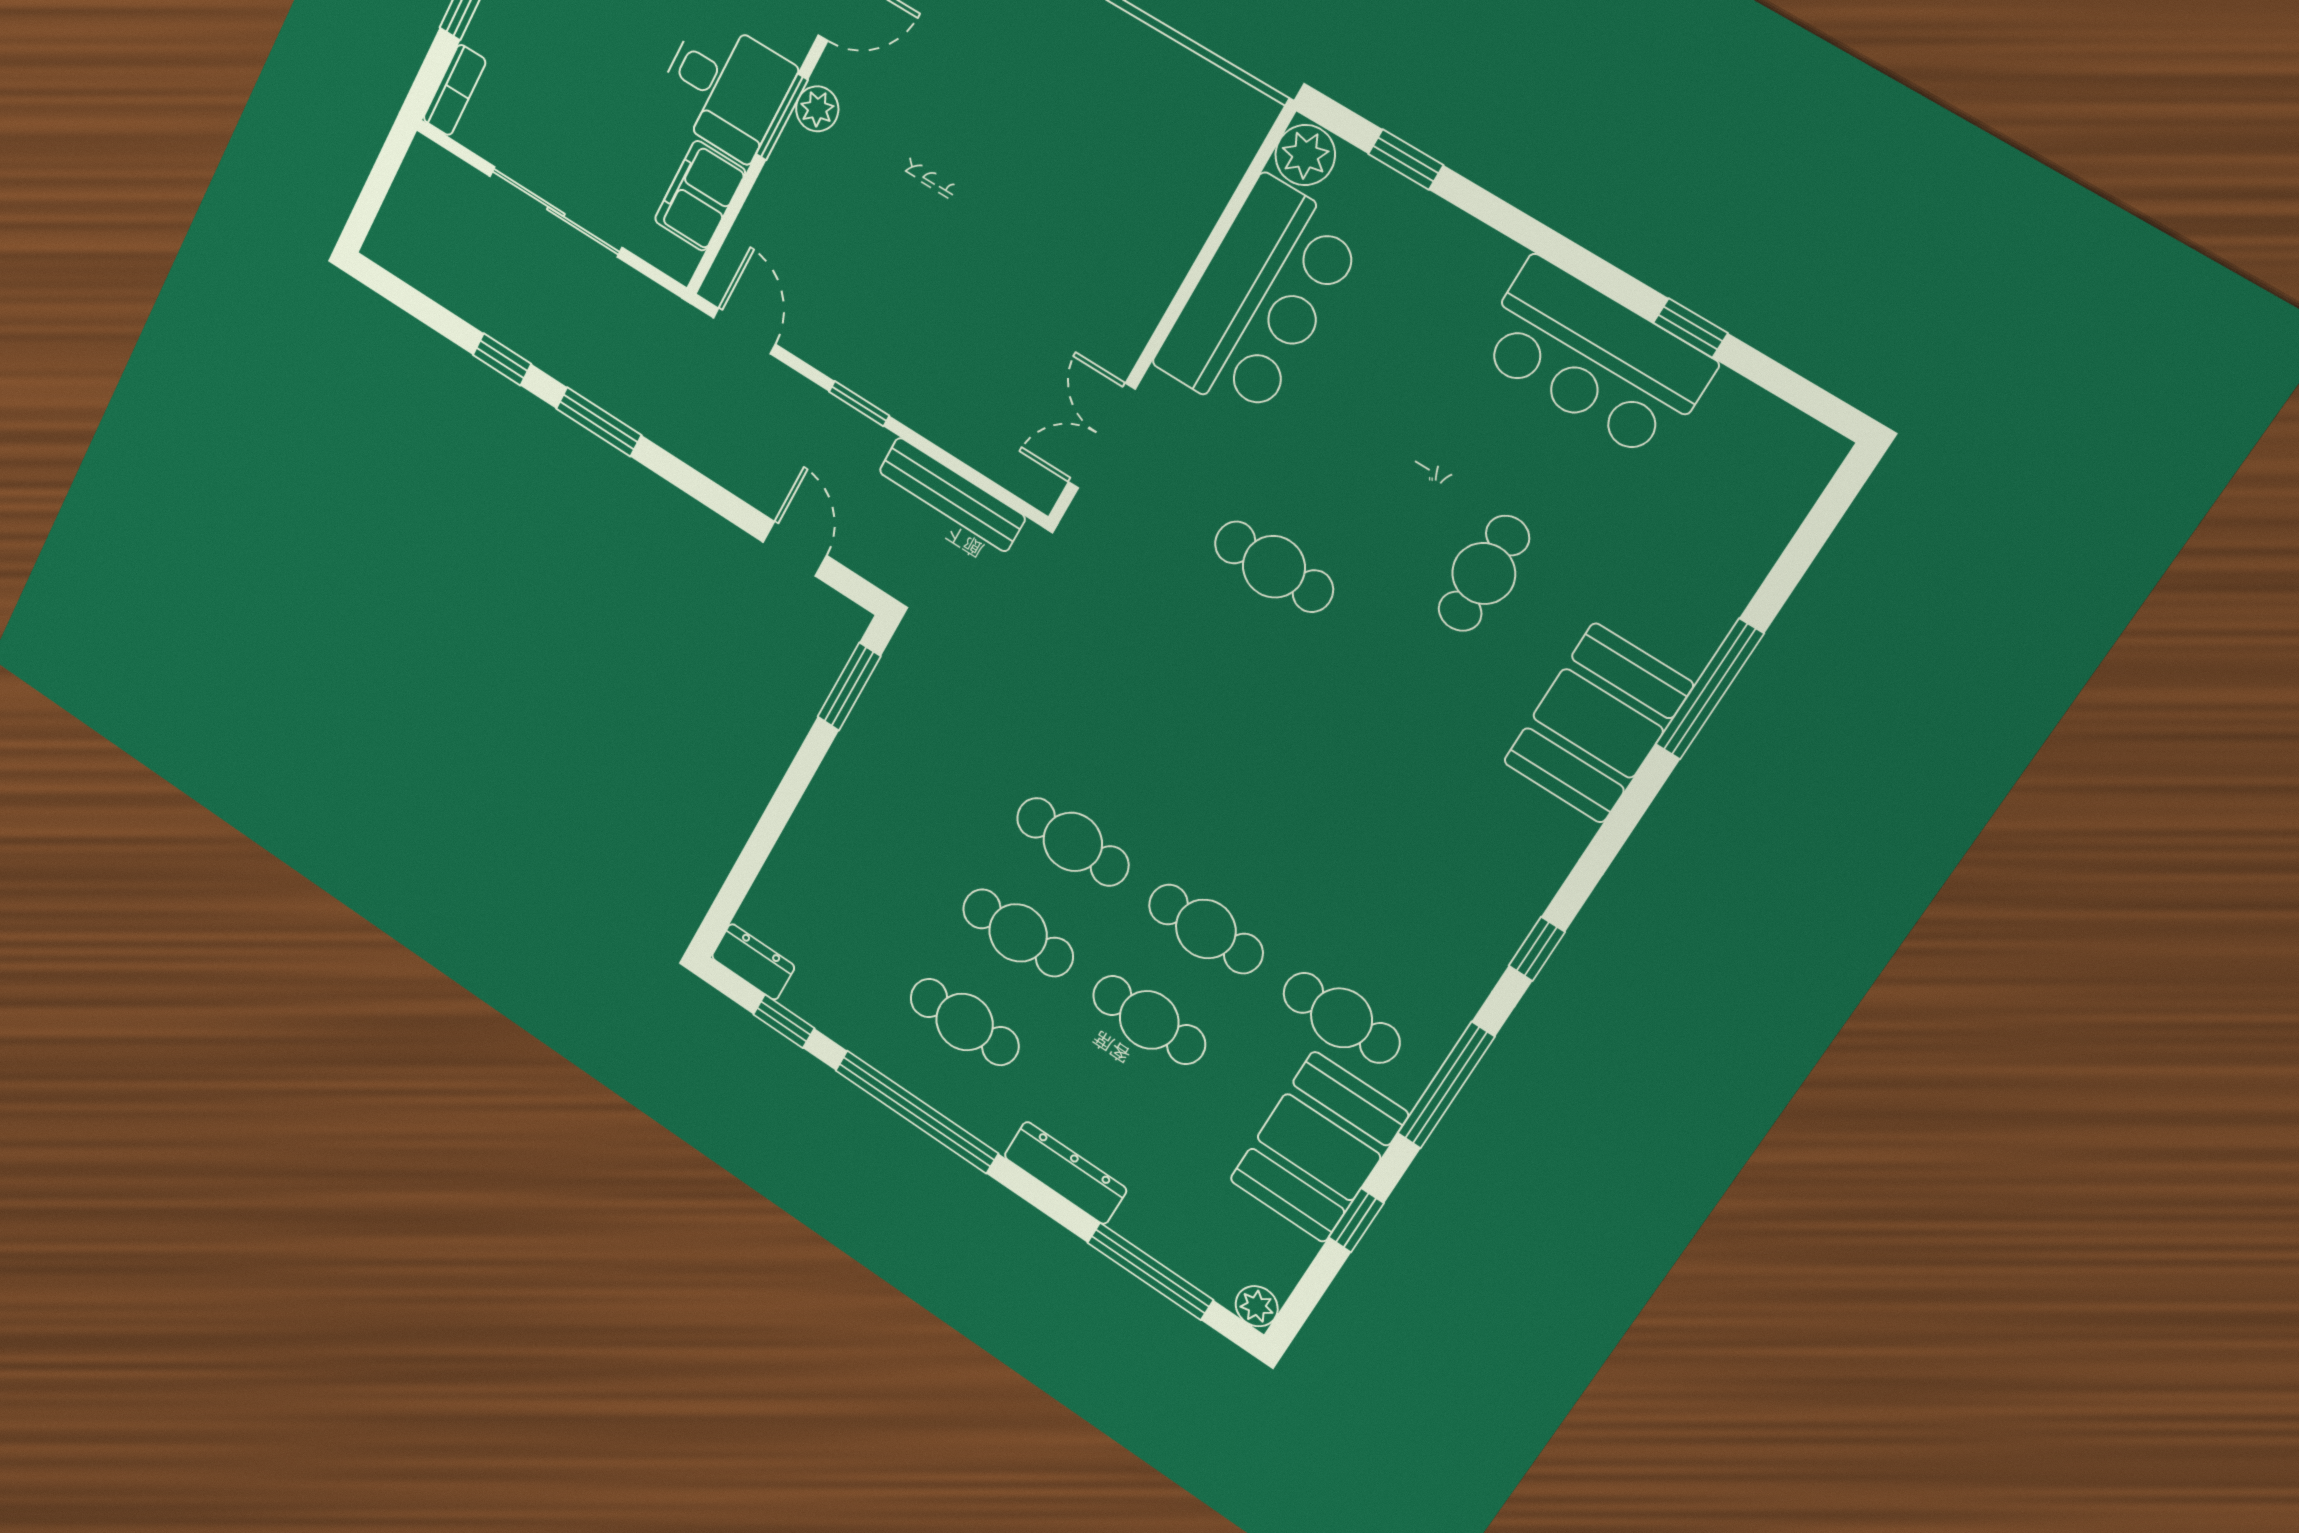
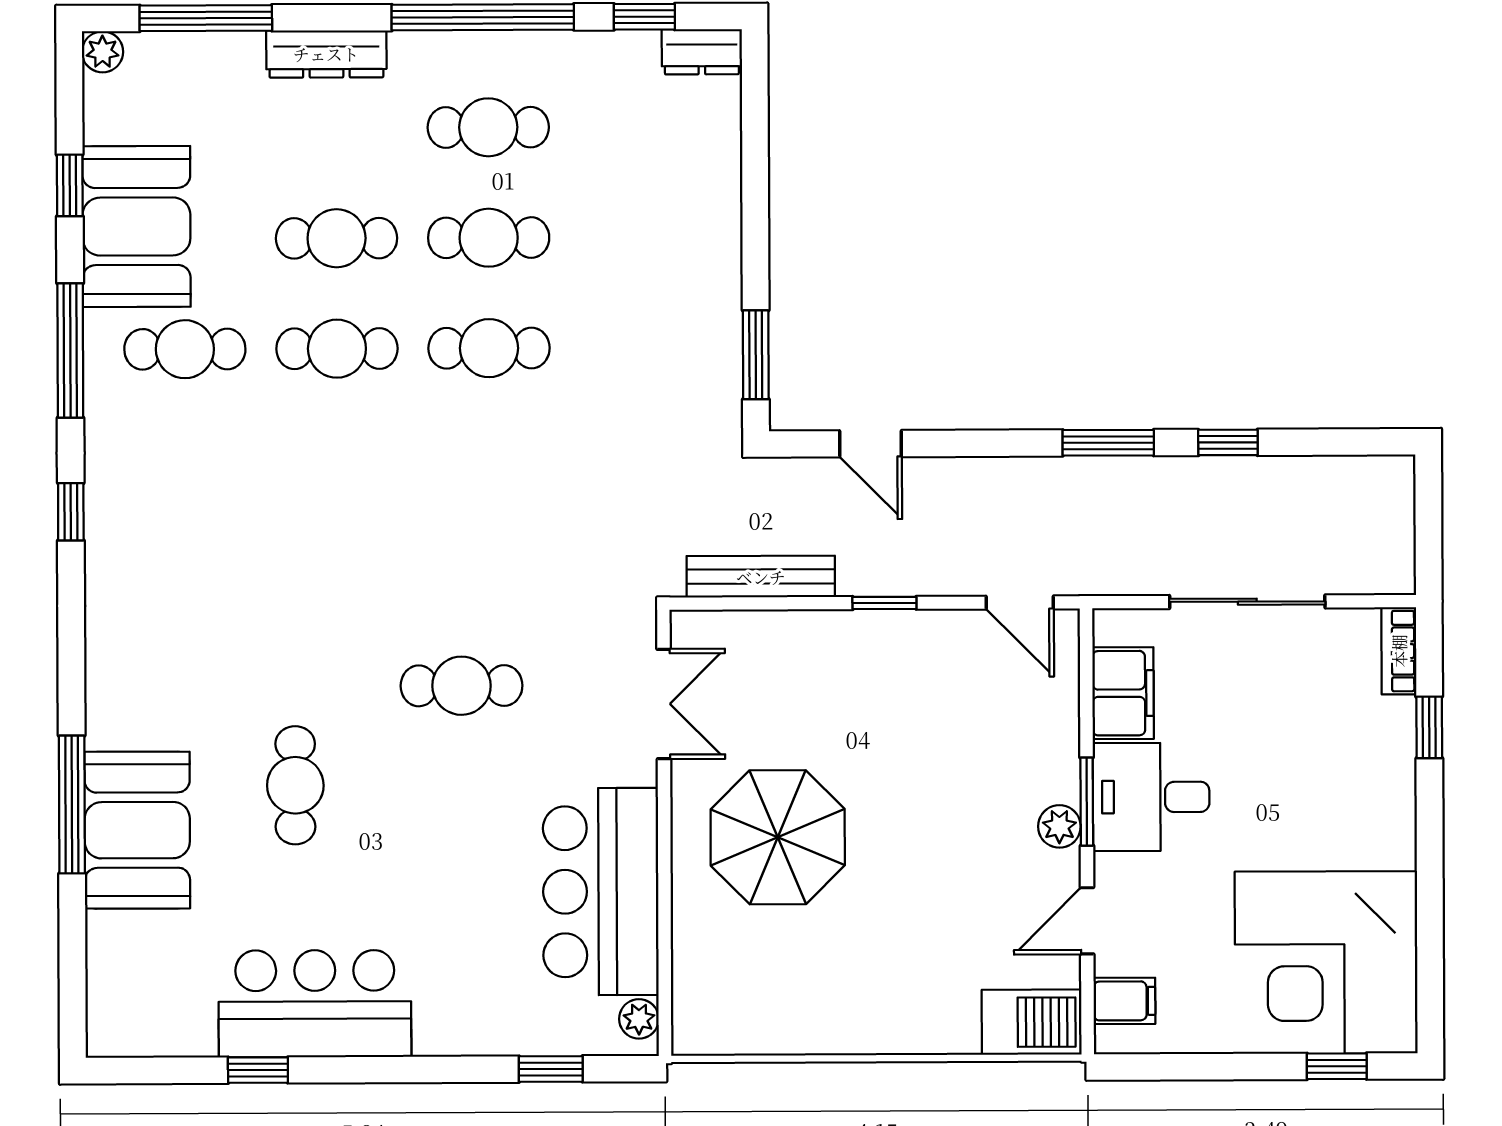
plant: (1305, 155) -> (639, 1019), width x0.73, depth x0.73
parasol: (1070, 251) -> (778, 837), added
booth: (1598, 723) -> (137, 830), moved

